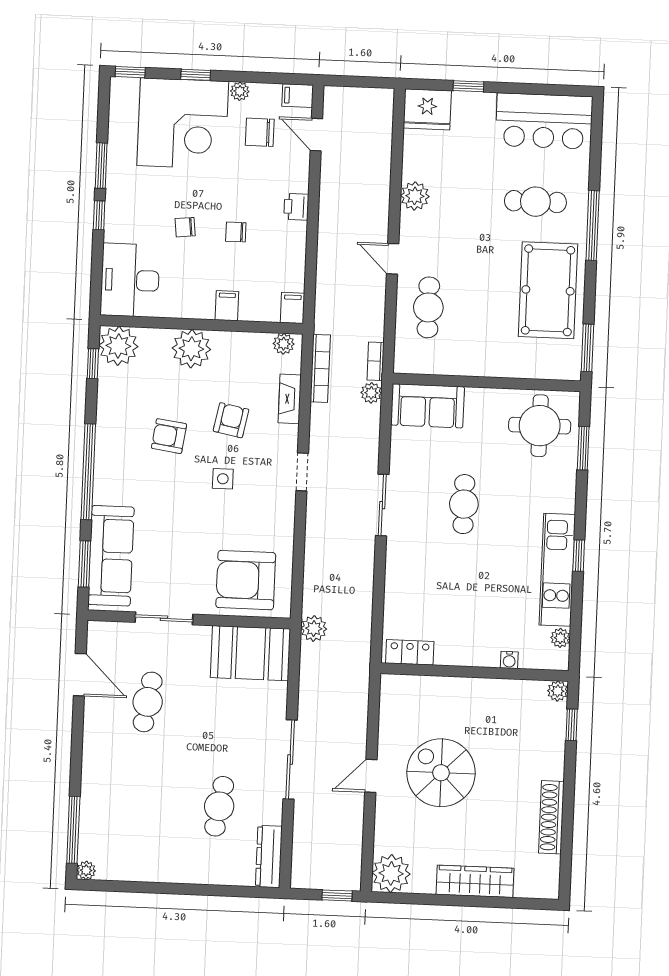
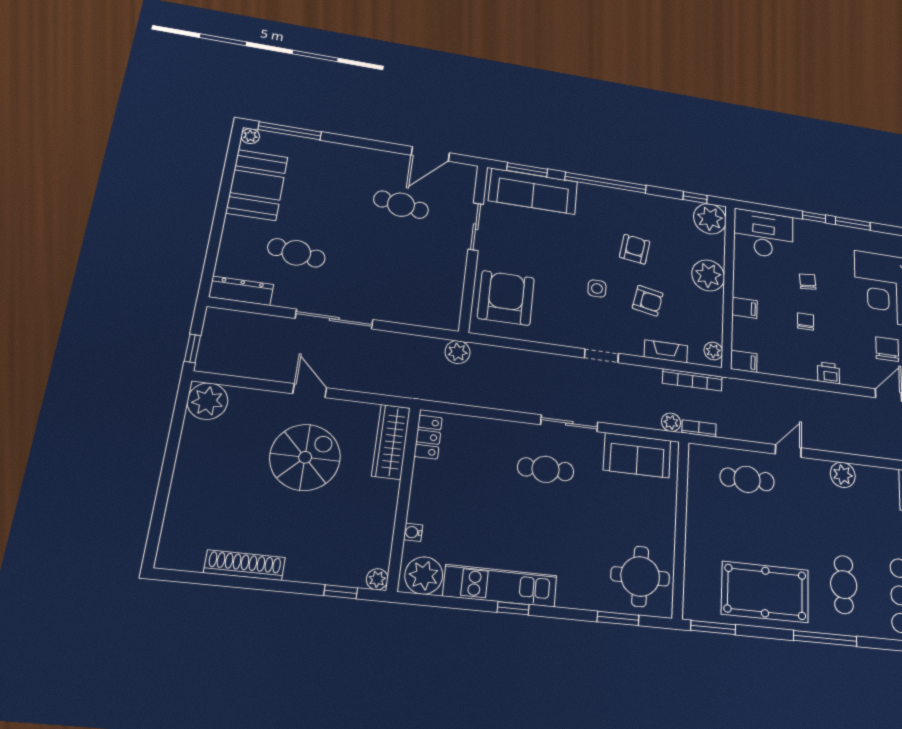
sofa: (428, 406) -> (637, 455), moved, turned -90
cafe table: (464, 504) -> (546, 469), moved
plant: (560, 638) -> (424, 575), width x1.87, depth x1.87
booth: (250, 653) -> (257, 185), moved
wardrobe: (475, 881) -> (391, 442), moved, turned 180

